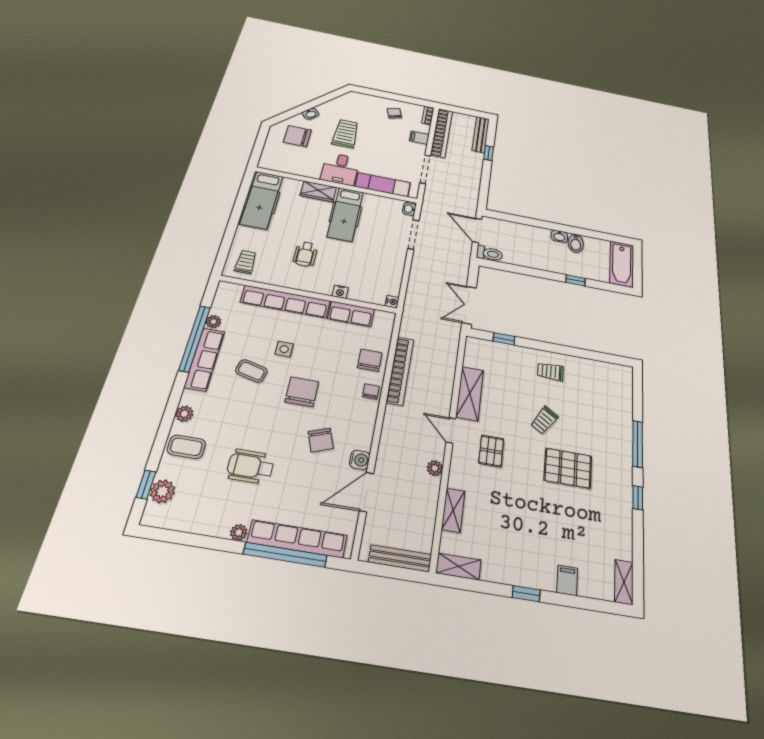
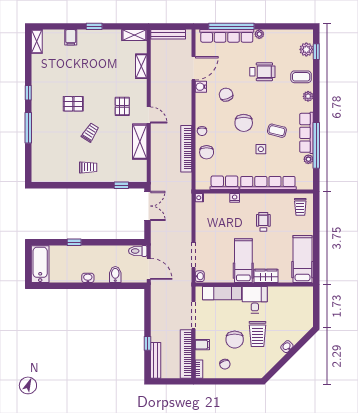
chair: (297, 136) -> (235, 340), moved, turned 90
bidet: (576, 243) -> (115, 275), moved
plant: (435, 468) -> (155, 89), removed
pallet: (568, 468) -> (73, 104), width x0.67, depth x0.71

